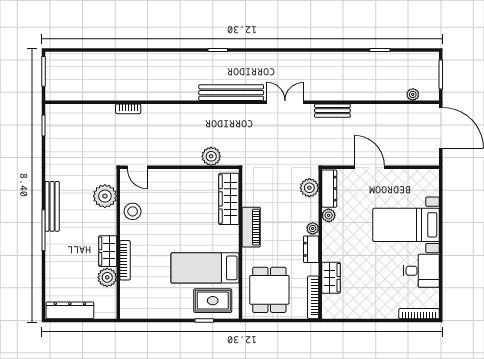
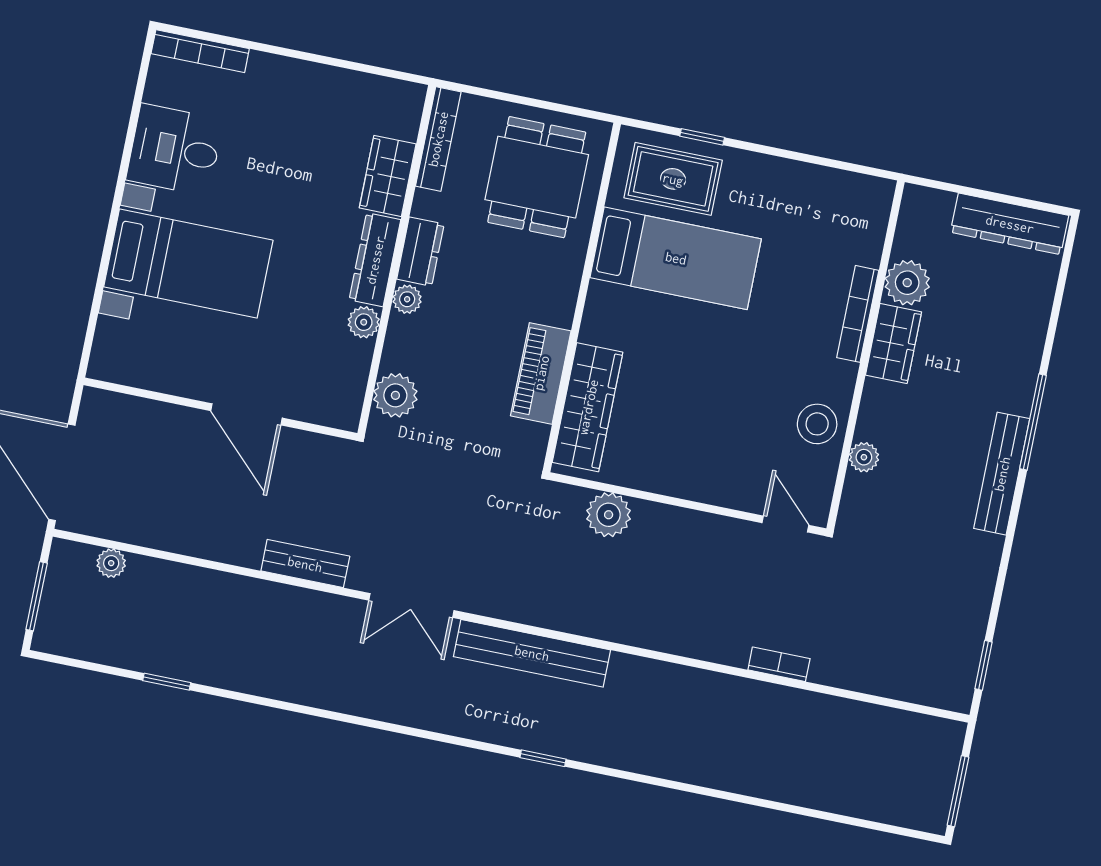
dresser: (329, 189) -> (375, 260), moved
plant: (105, 196) -> (864, 457), width x0.53, depth x0.53
piano: (251, 227) -> (541, 373), moved

